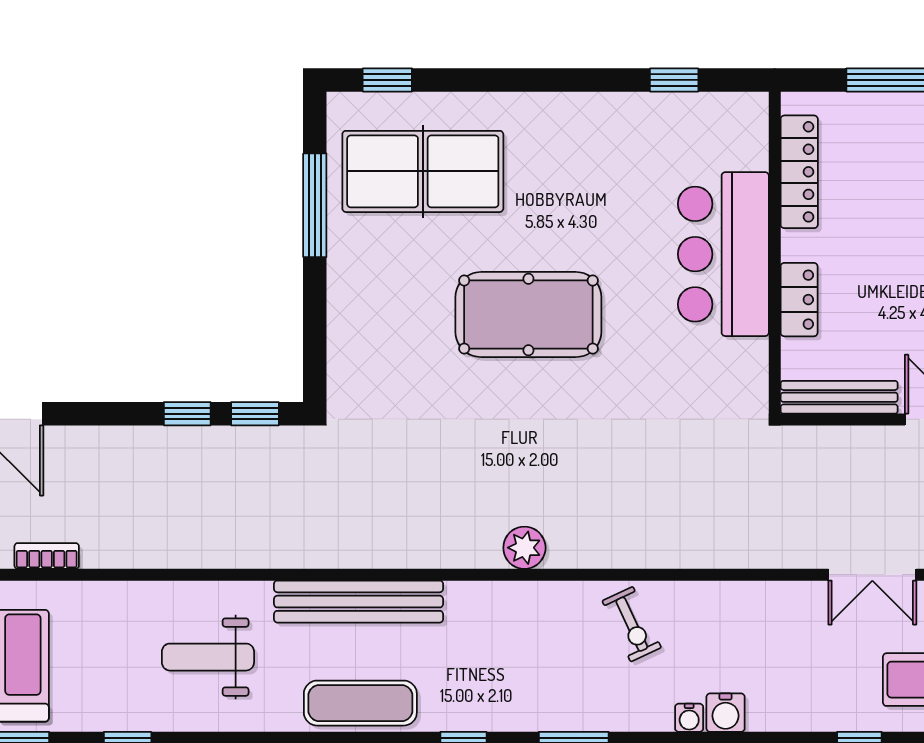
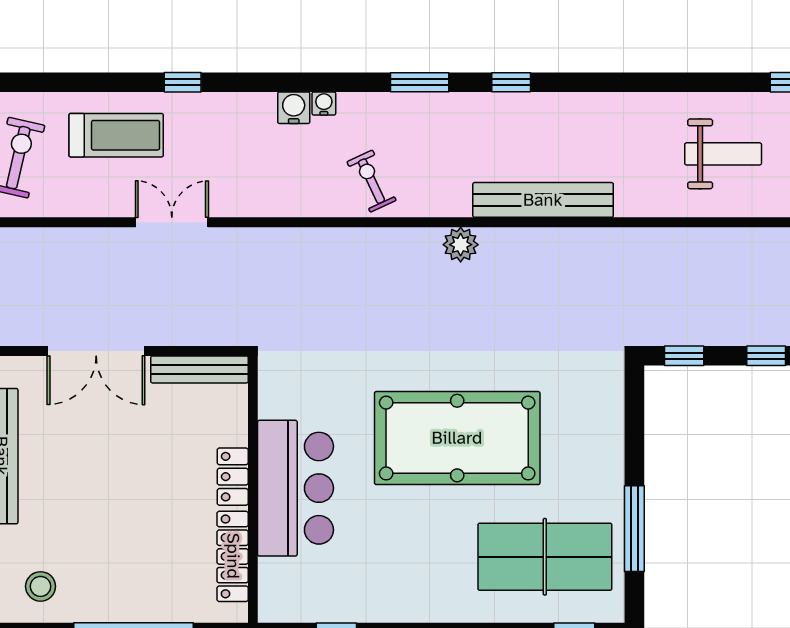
locker: (799, 300) -> (233, 477), moved
pool table: (528, 315) -> (457, 438), width x1.36, depth x1.32
window: (187, 414) -> (766, 356), moved
bench: (359, 602) -> (543, 200), moved
exercise mat: (360, 703) -> (597, 116), removed

